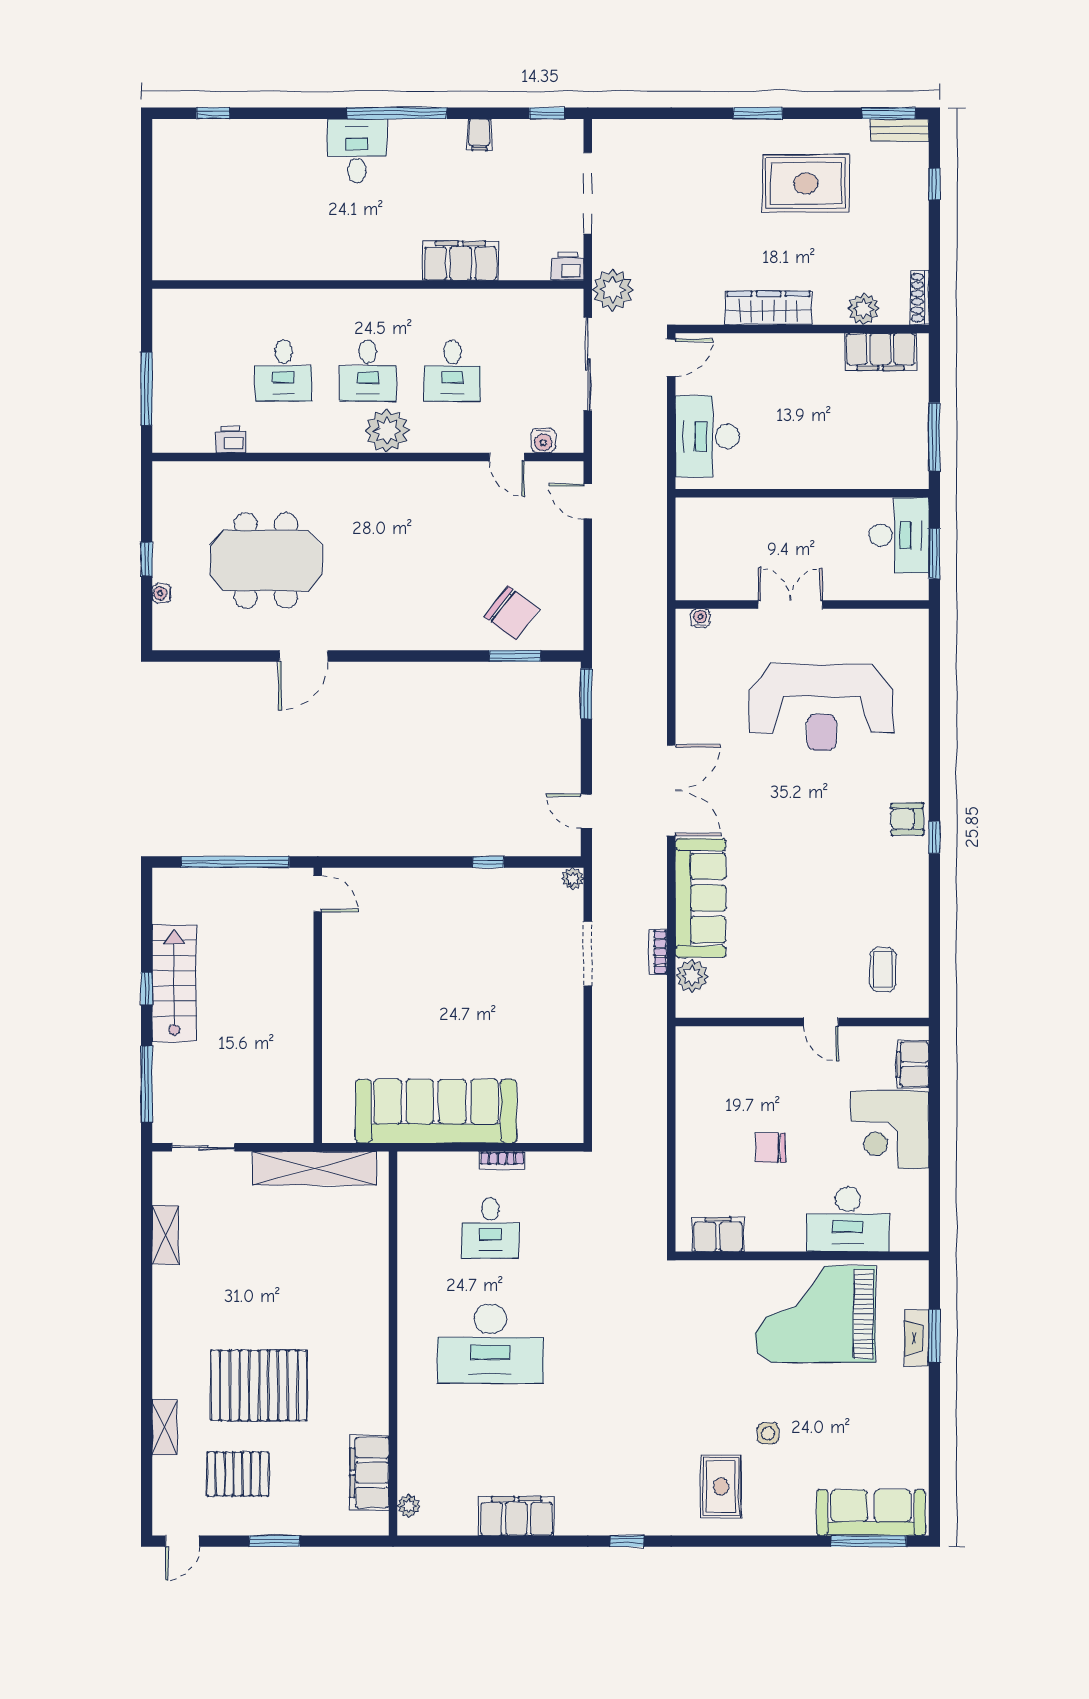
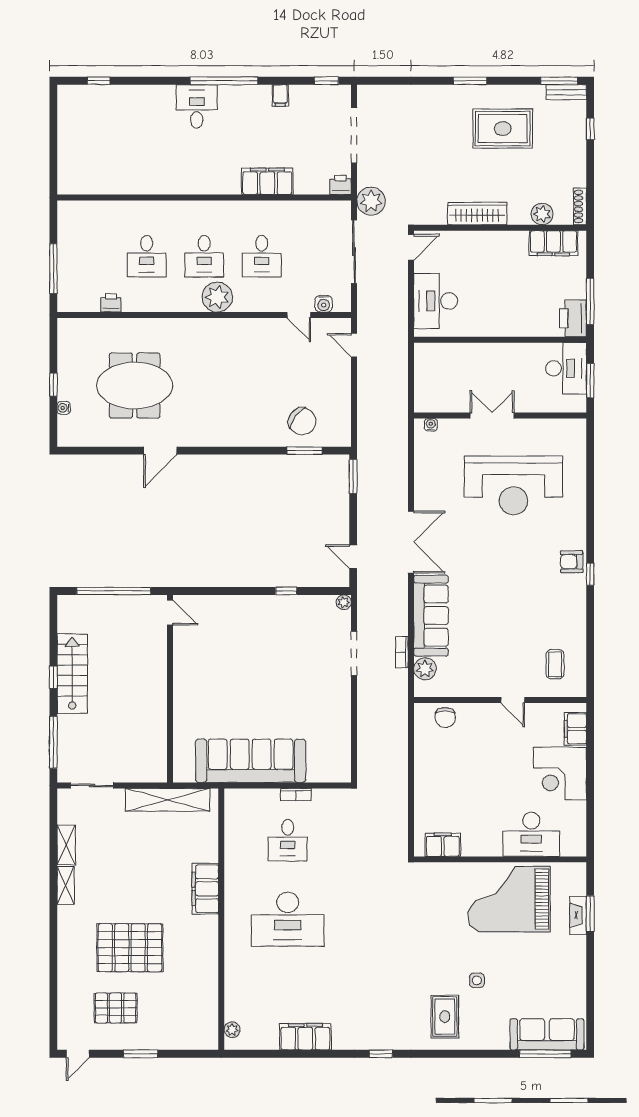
printer: (909, 462) -> (573, 318), added
chair: (771, 1148) -> (445, 717), moved, turned -90
shelving: (165, 1427) -> (66, 885), moved
filing cabinet: (369, 1473) -> (205, 889), moved

